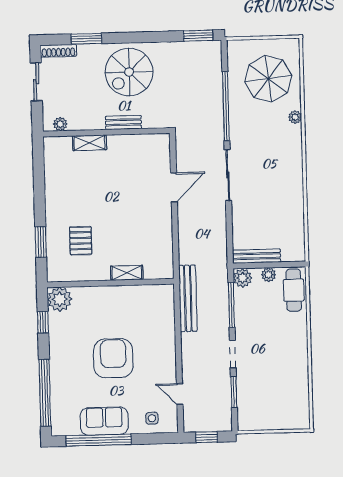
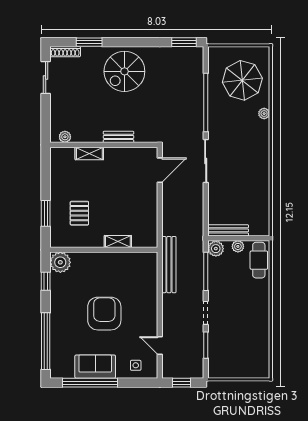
bench: (123, 122) -> (118, 137), moved
plant: (60, 124) -> (65, 137), moved
wall: (106, 132) -> (104, 145), moved
shelving: (90, 143) -> (89, 153), moved

